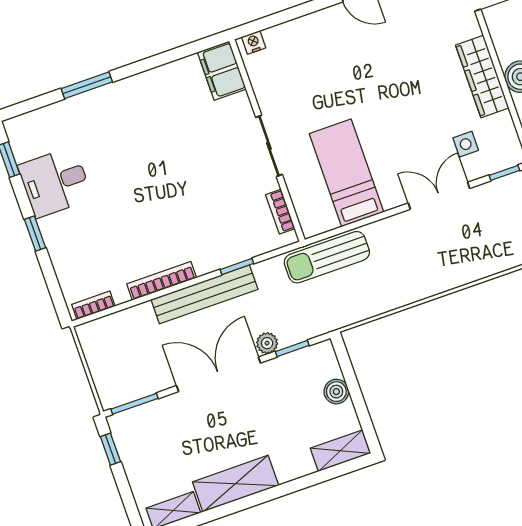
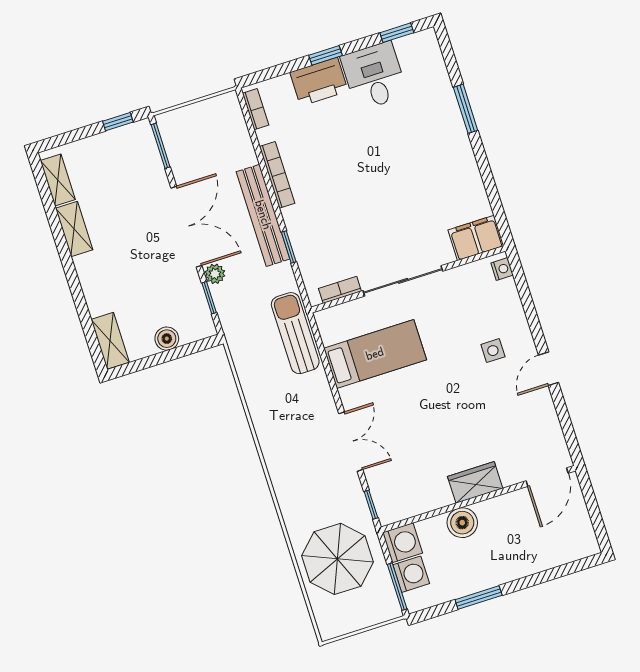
wardrobe: (482, 76) -> (475, 482), width x0.67
side table: (466, 144) -> (493, 351), moved
sliding door: (269, 146) -> (403, 281), width x1.37
printer: (63, 240) -> (319, 82), added
shelving: (236, 484) -> (74, 229), width x0.67, depth x0.75

